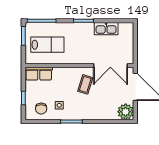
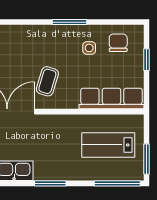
row of seats: (39, 74) -> (111, 99), width x1.48

